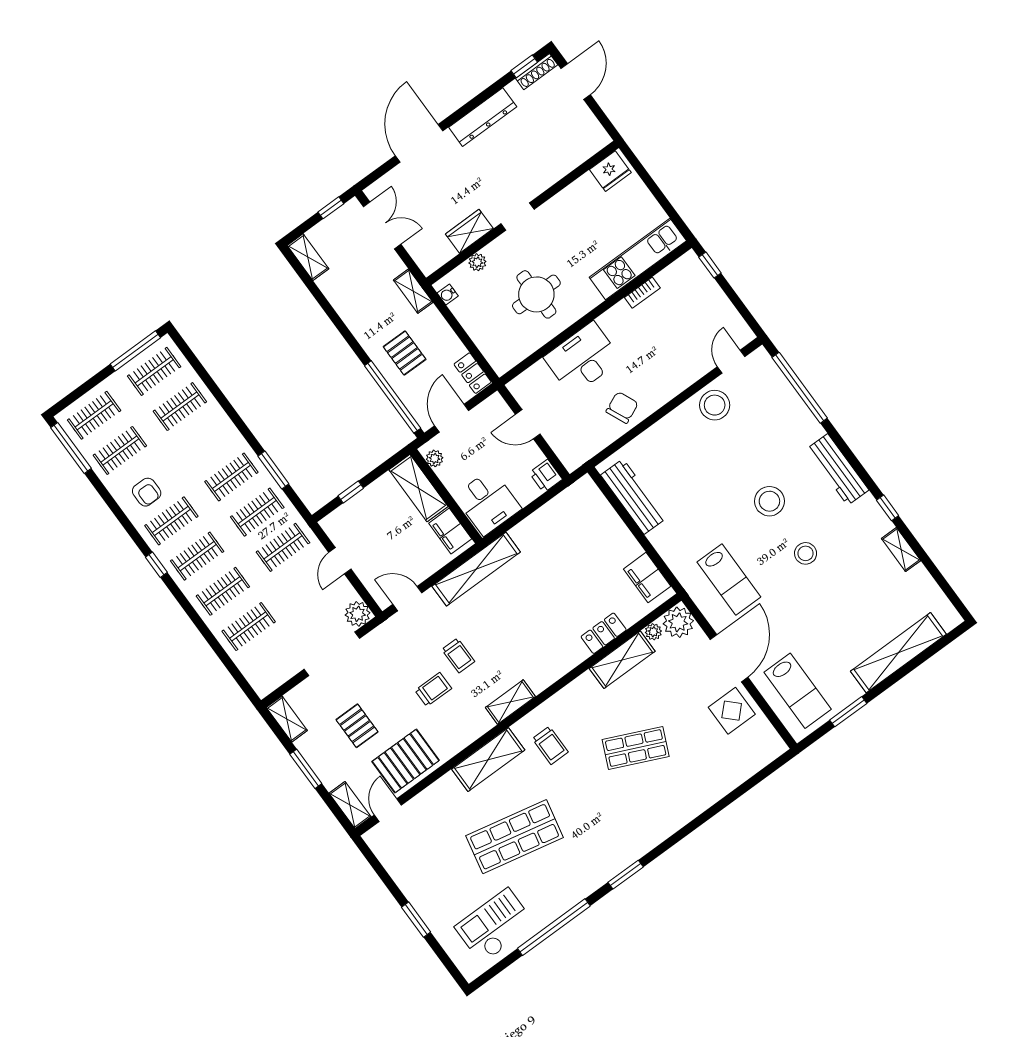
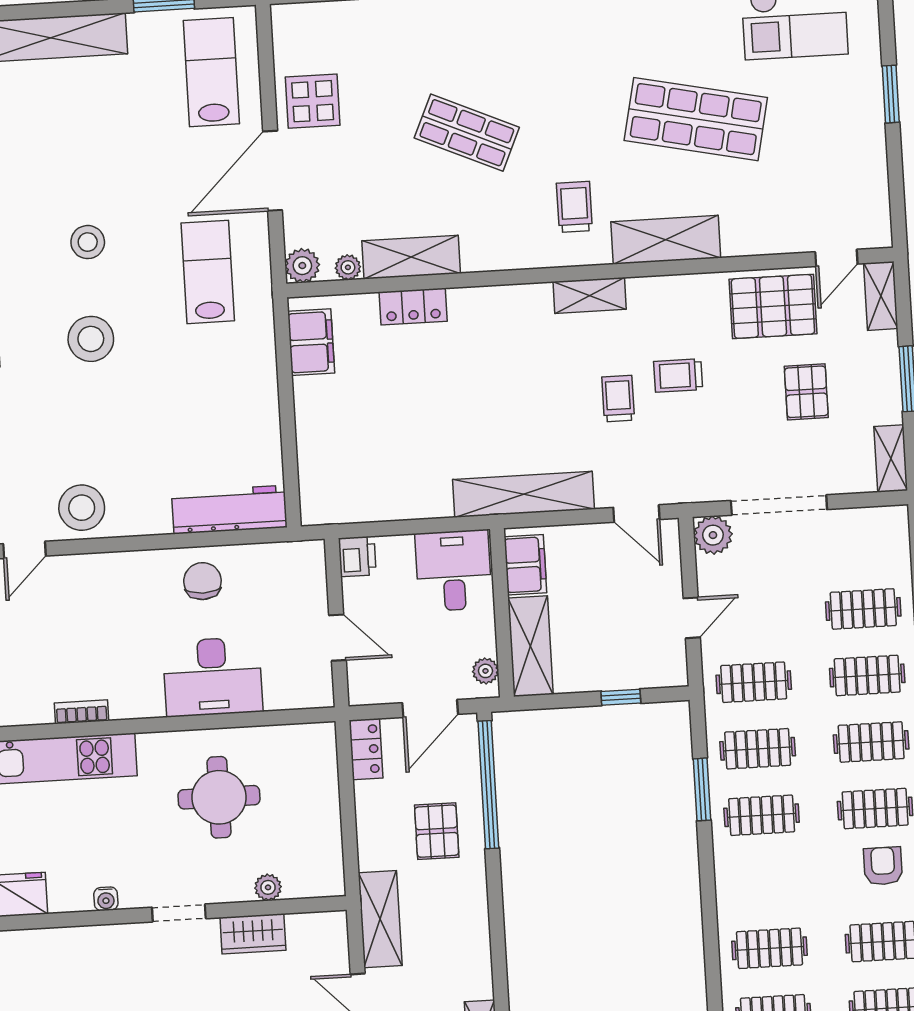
shelving: (413, 291) -> (380, 919), width x1.50, depth x1.33
water cooler: (448, 294) -> (106, 899), moved, turned 90
chair: (622, 407) -> (202, 581), turned 114
workbench: (634, 497) -> (229, 510), moved, turned 90
plant: (678, 622) -> (302, 266), width x0.73, depth x0.73

